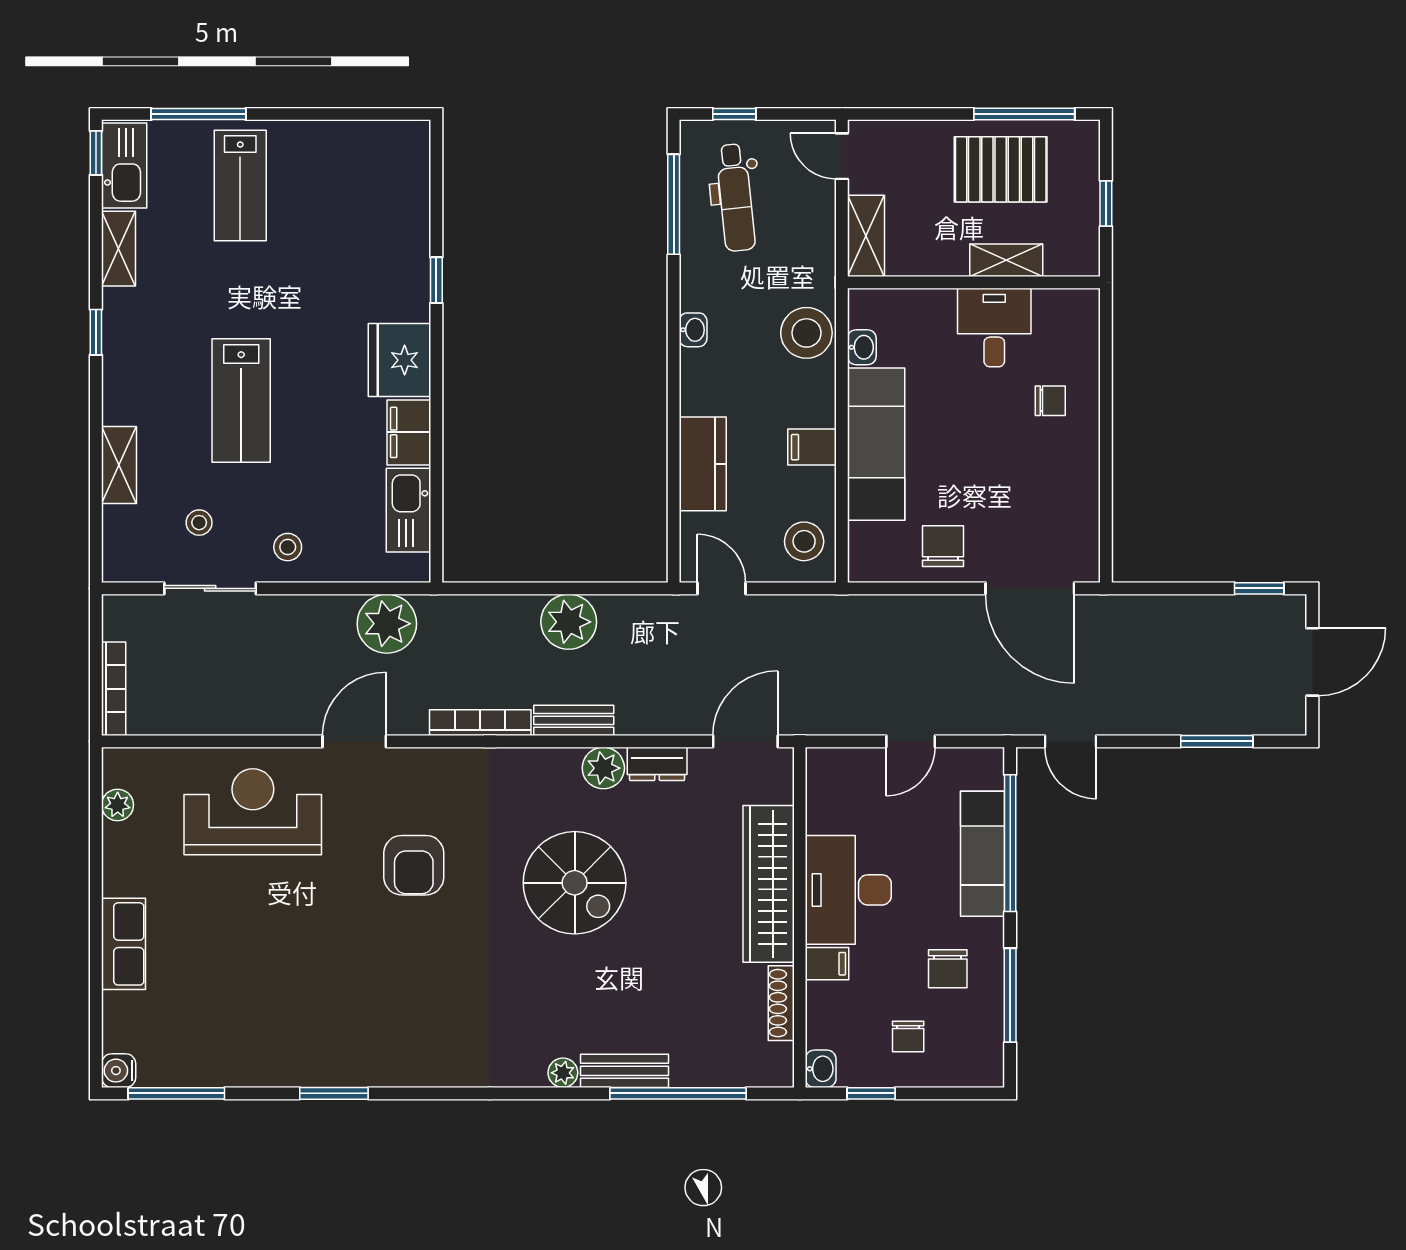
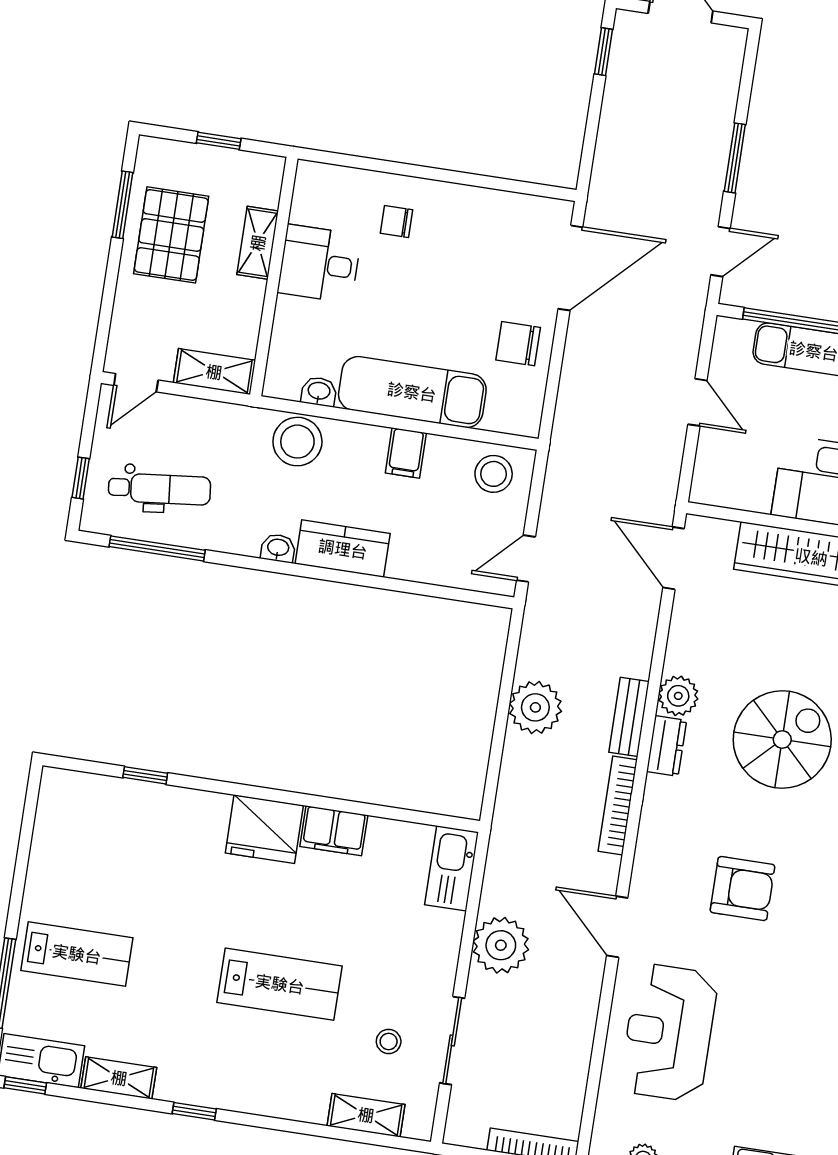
window: (1024, 114) -> (122, 205), width x0.69
window: (436, 280) -> (145, 775), moved
chair: (1050, 401) -> (397, 222), turned -90
kitchen counter: (703, 464) -> (343, 549), moved
shelving: (119, 465) -> (366, 1115), moved
kitchen sink: (408, 510) -> (452, 868), moved, turned 90
stool: (288, 547) -> (424, 961), removed
plant: (387, 624) -> (501, 945), moved
window: (1217, 741) -> (735, 158), moved
dresser: (657, 764) -> (667, 746), moved

